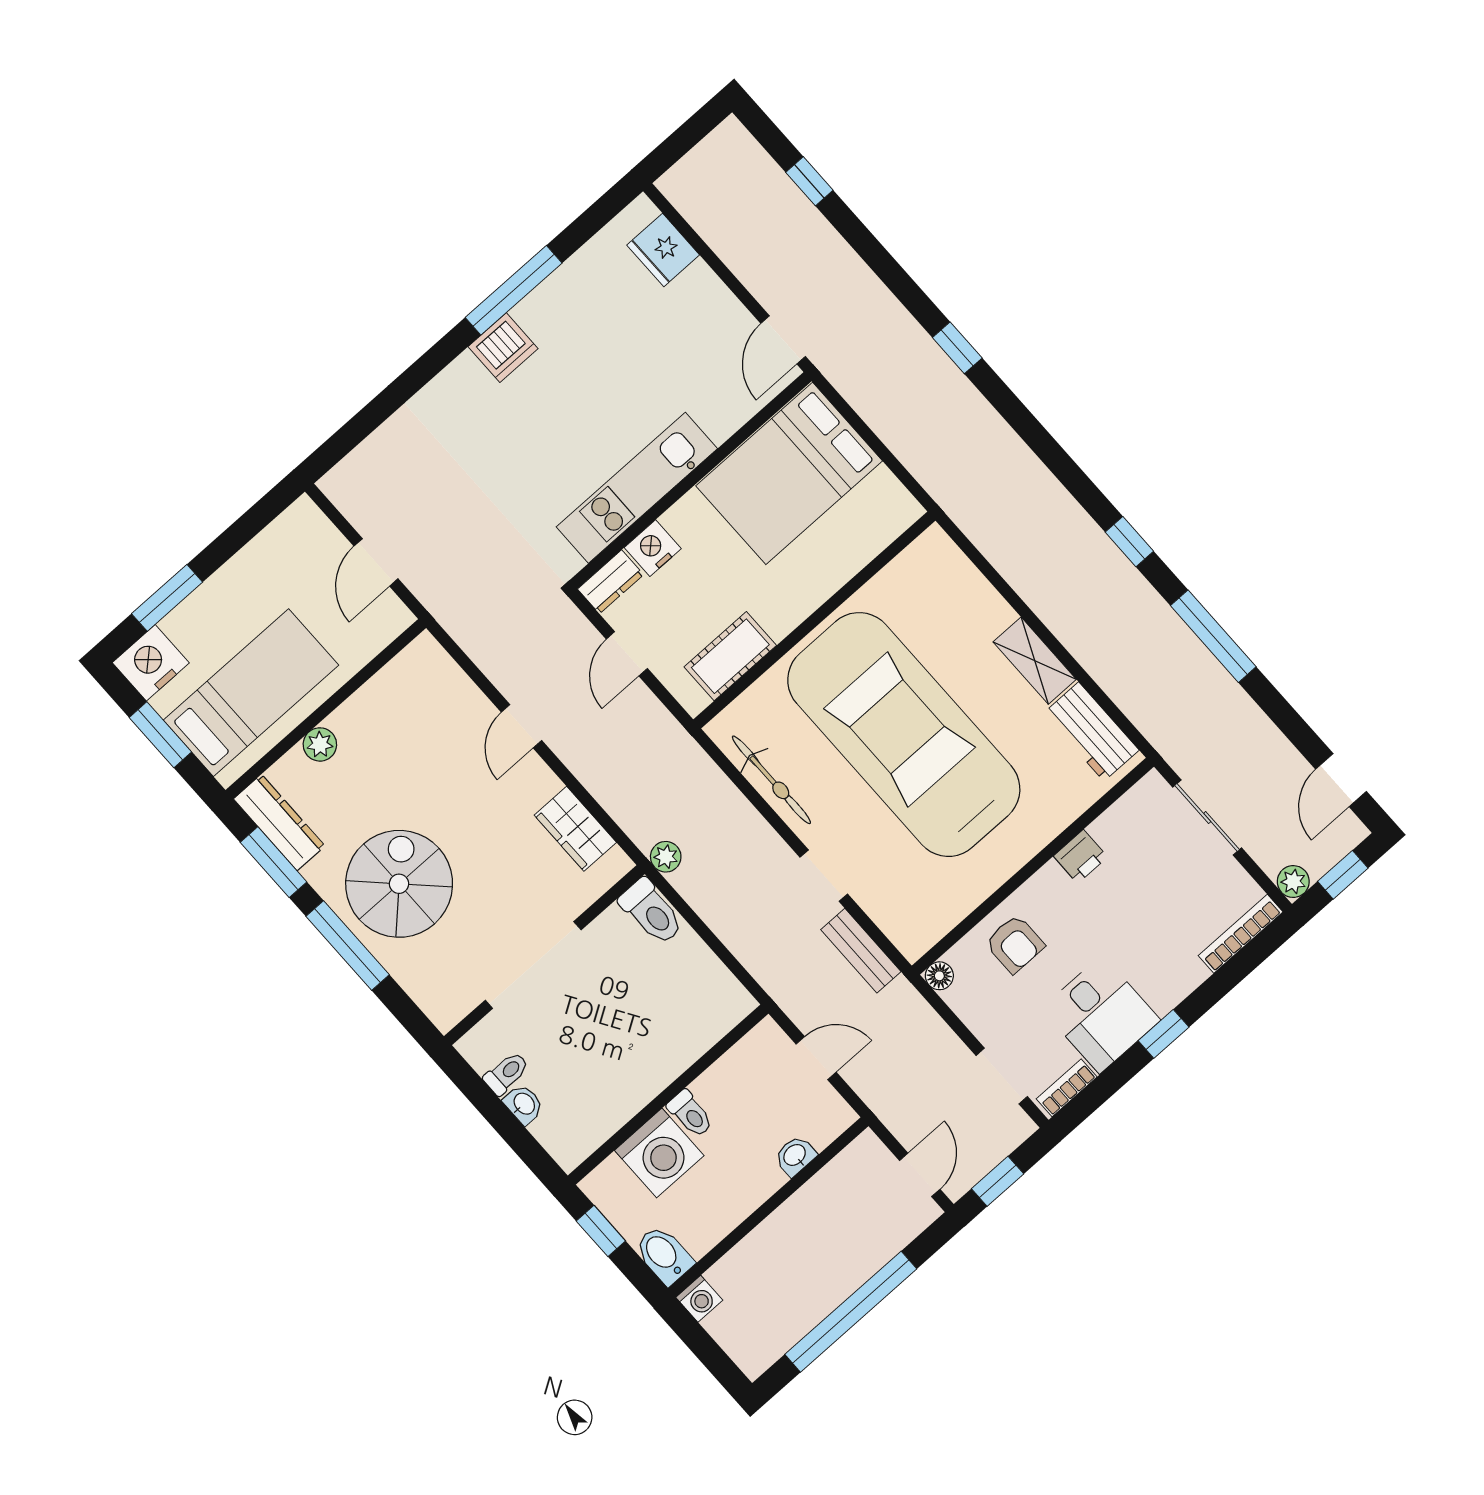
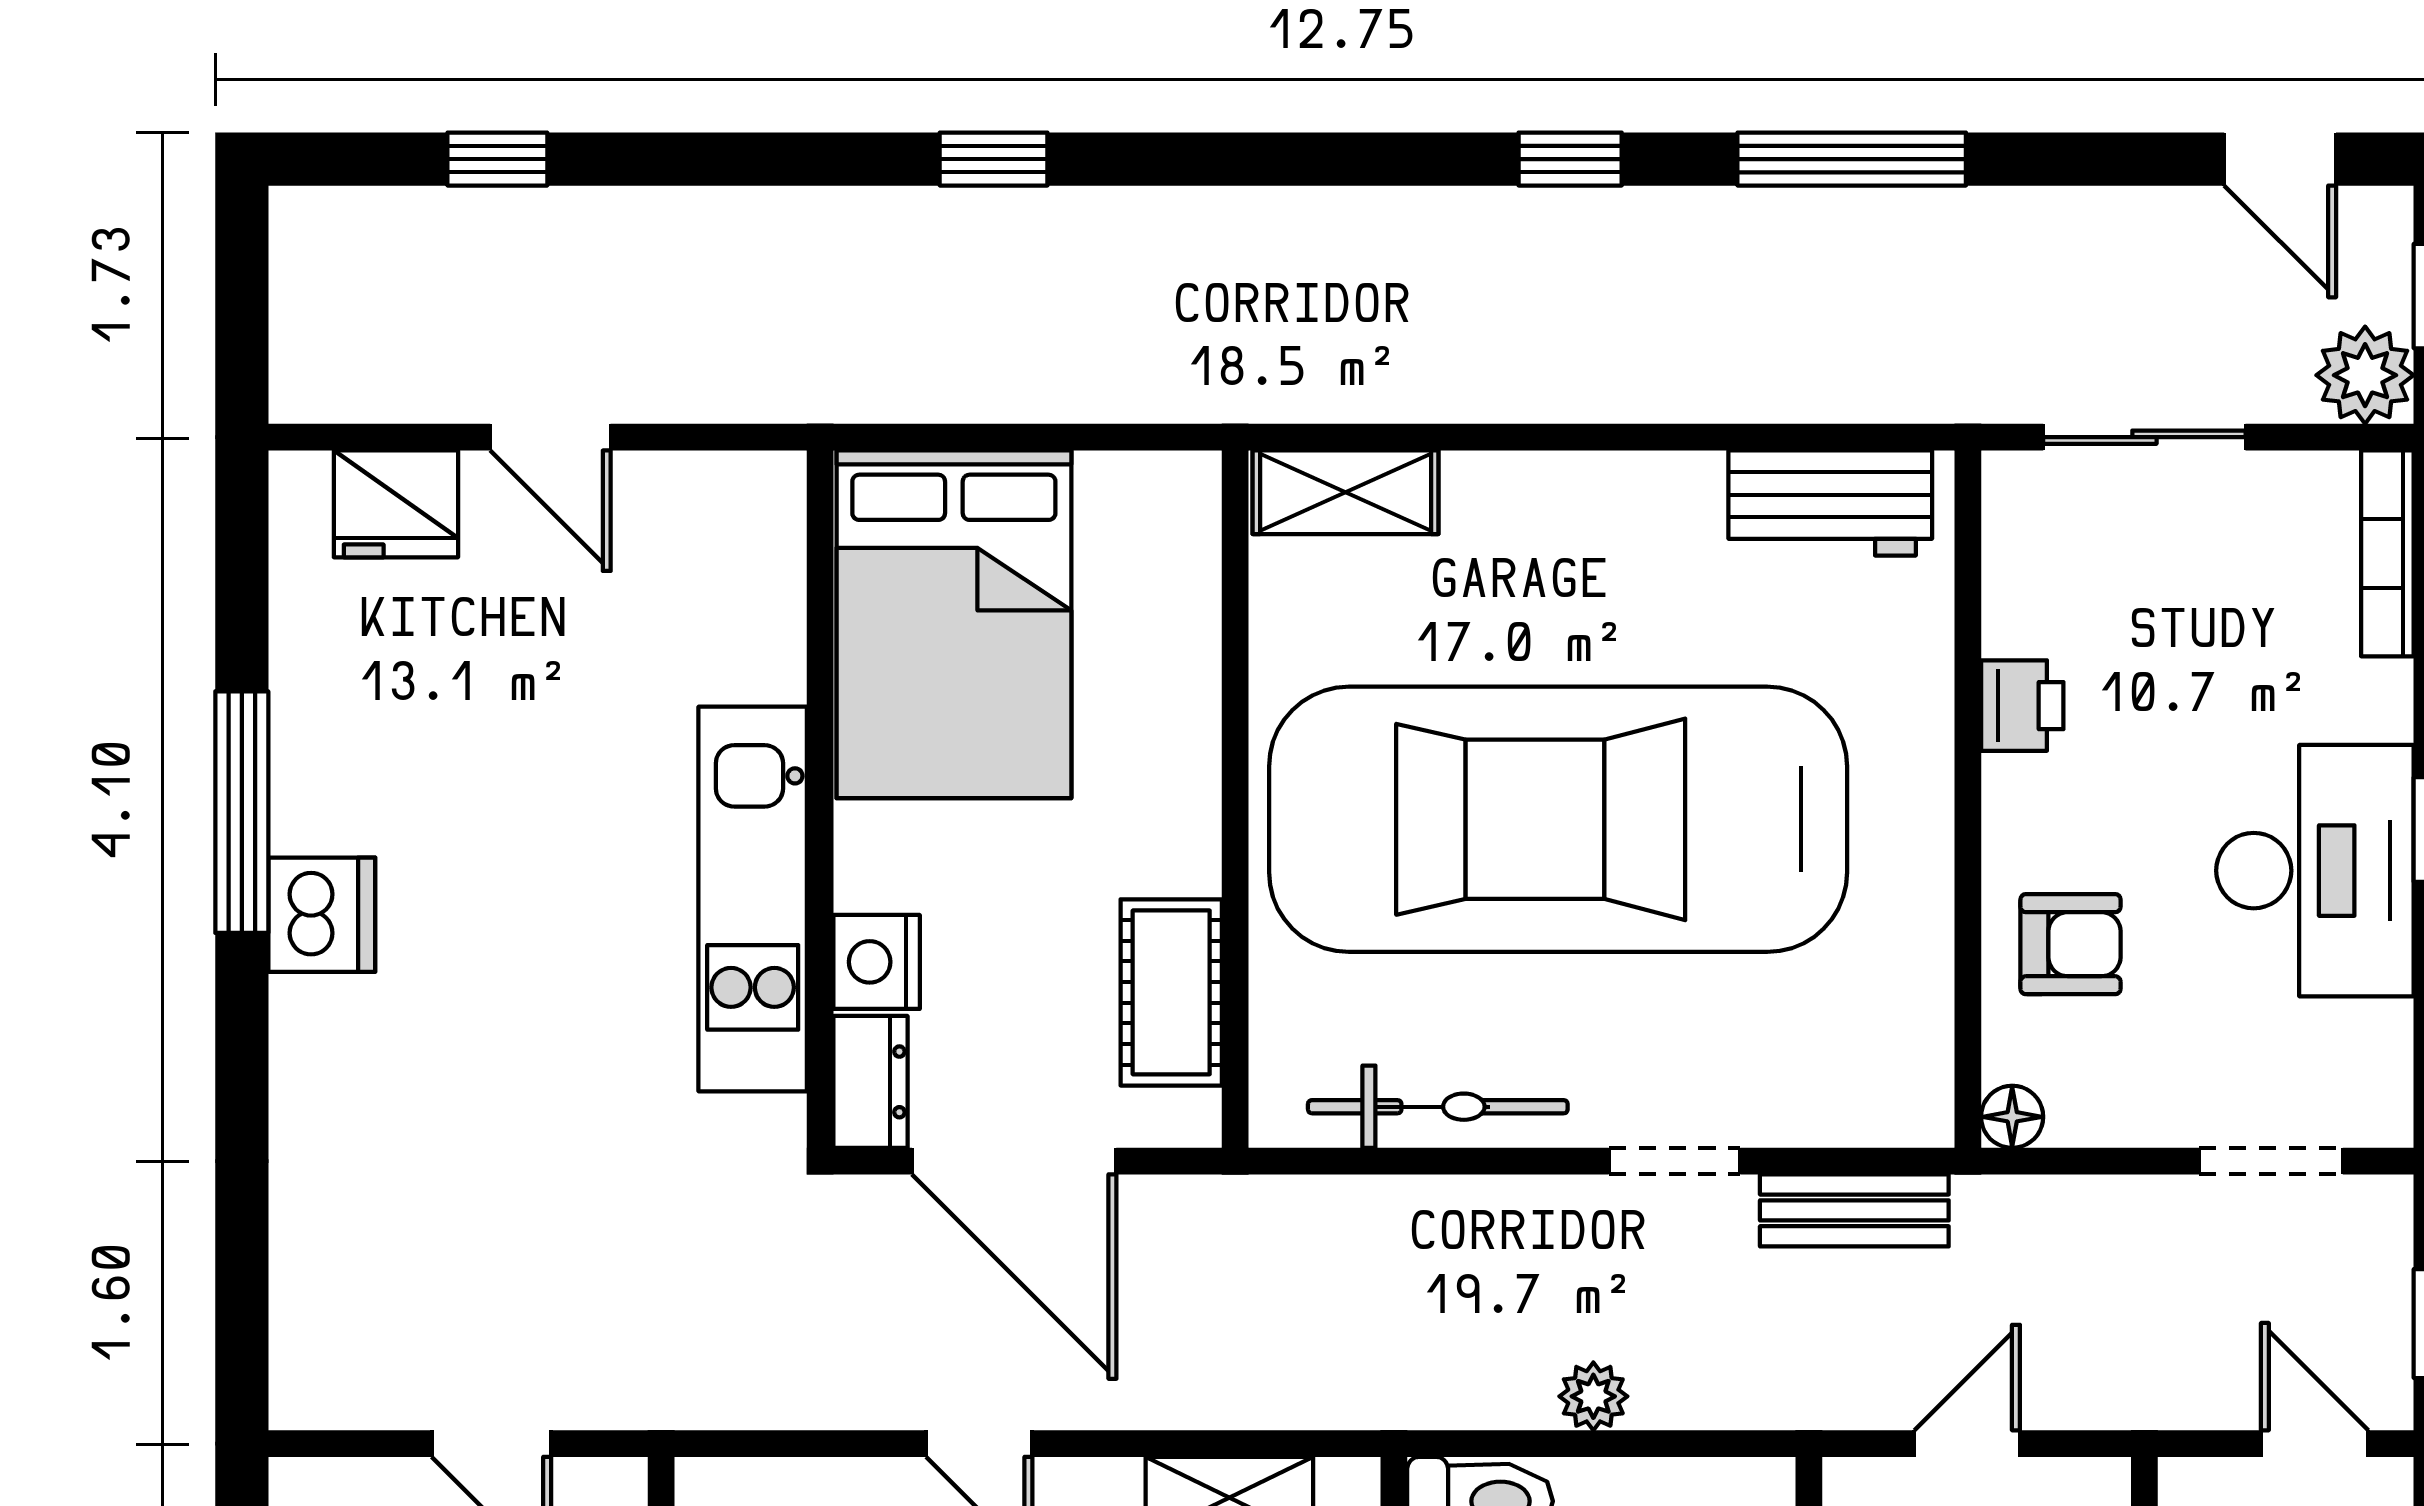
door: (783, 340) -> (550, 437), moved
door: (627, 654) -> (1014, 1161), width x1.88
shelving: (1035, 661) -> (1346, 492), moved
plant: (666, 857) -> (1593, 1396), moved
plant: (1293, 882) -> (2365, 375), width x1.38, depth x1.38
desk: (1101, 1014) -> (2315, 871), width x1.37
bookcase: (1067, 1088) -> (2387, 1070), removed

